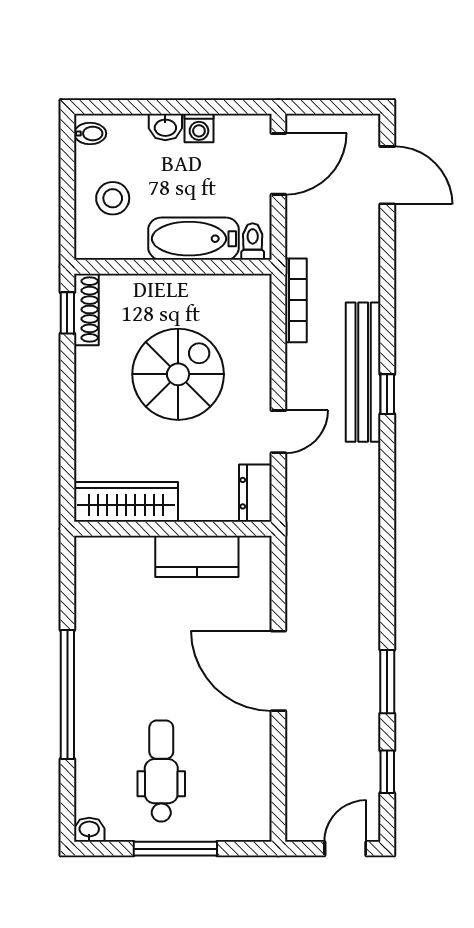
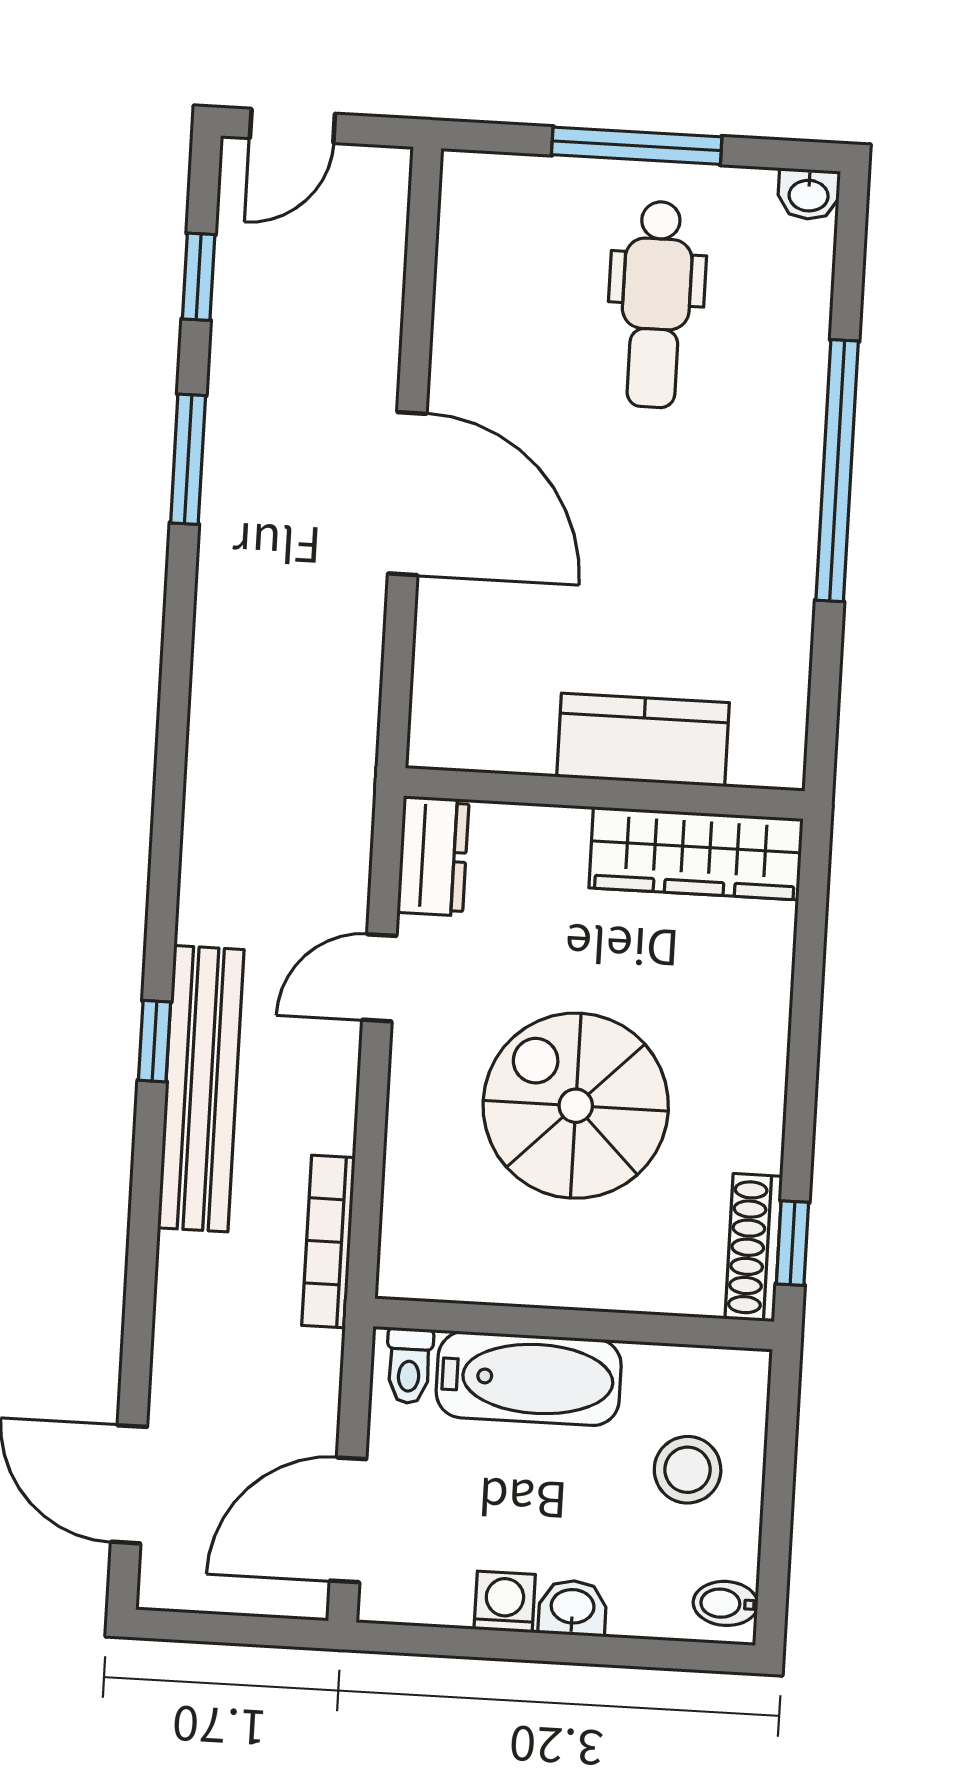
spiral stairs: (178, 374) -> (576, 1106), turned 90
kitchen counter: (197, 556) -> (643, 740), moved

